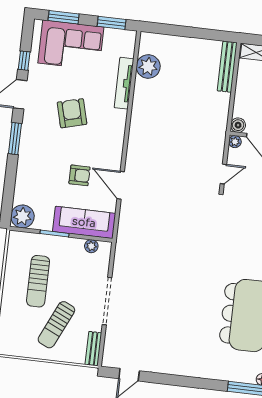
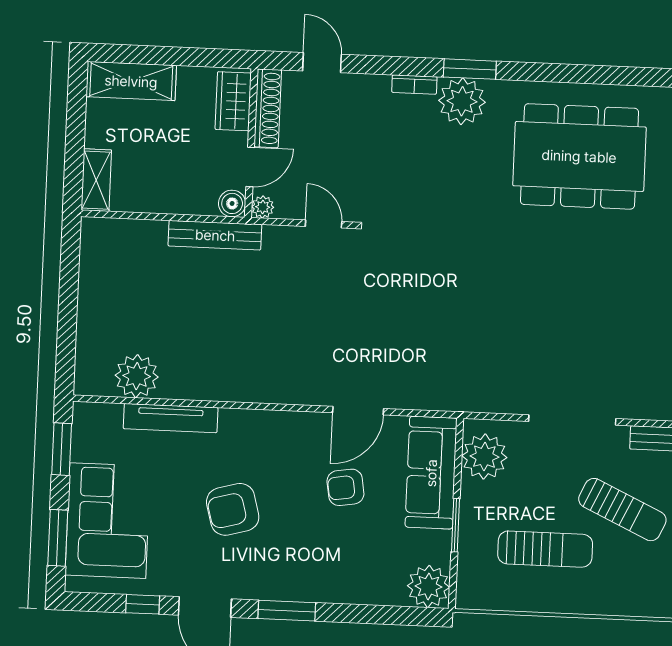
bench: (227, 67) -> (215, 235), moved
armchair: (79, 175) -> (345, 487), turned -99
plant: (91, 246) -> (484, 457), width x1.88, depth x1.88

